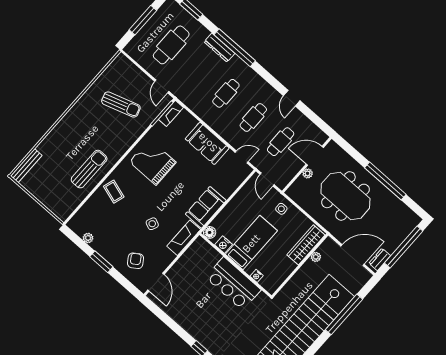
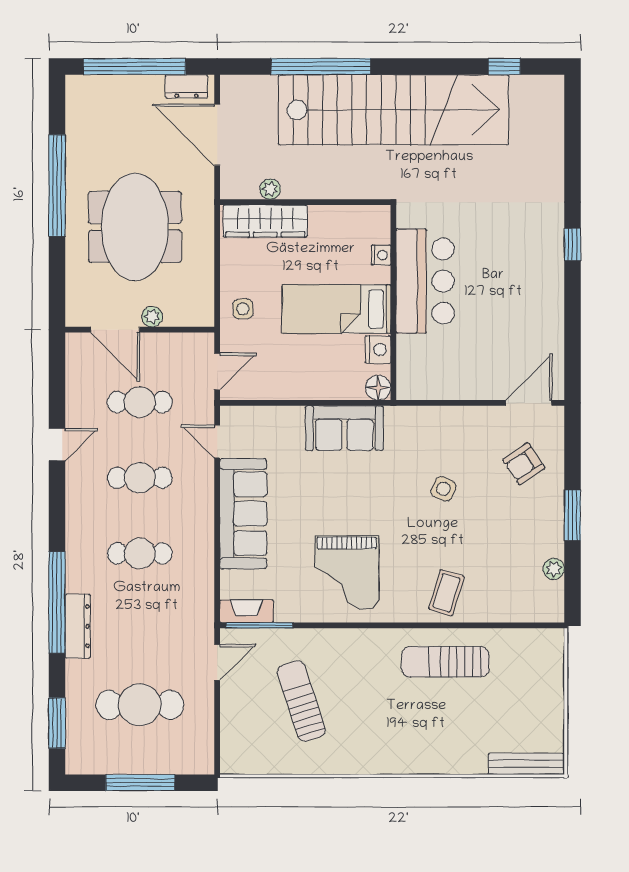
sofa: (207, 143) -> (243, 514), width x1.36
fireplace: (184, 238) -> (422, 421), removed

